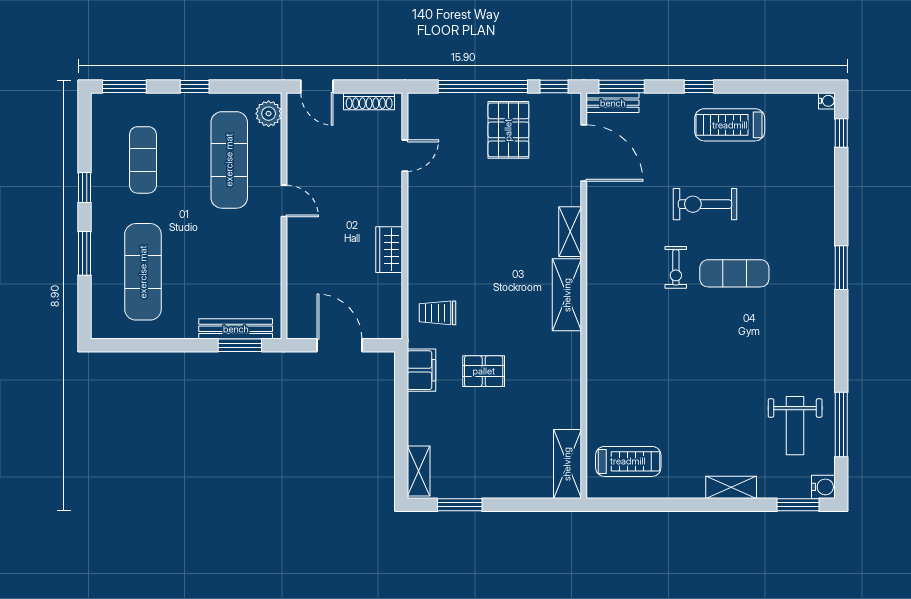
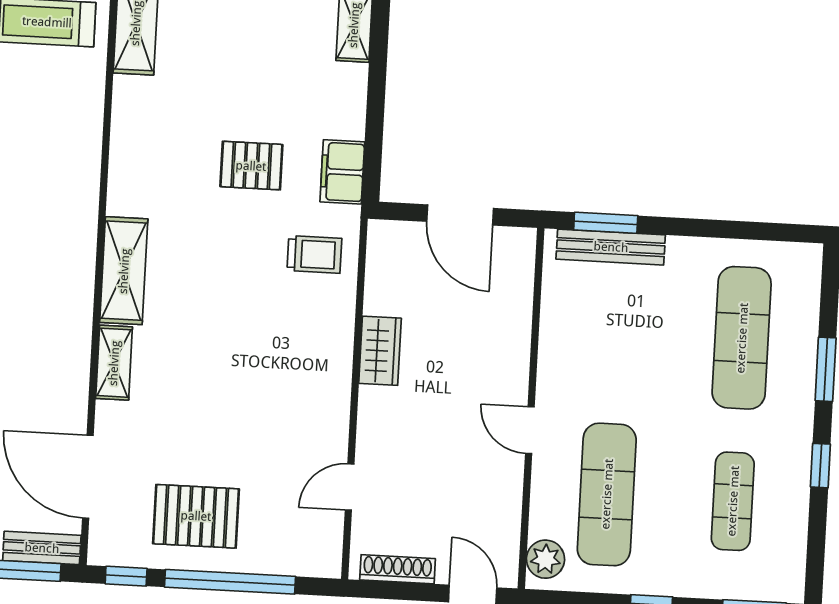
pallet: (508, 130) -> (196, 516), turned 90

